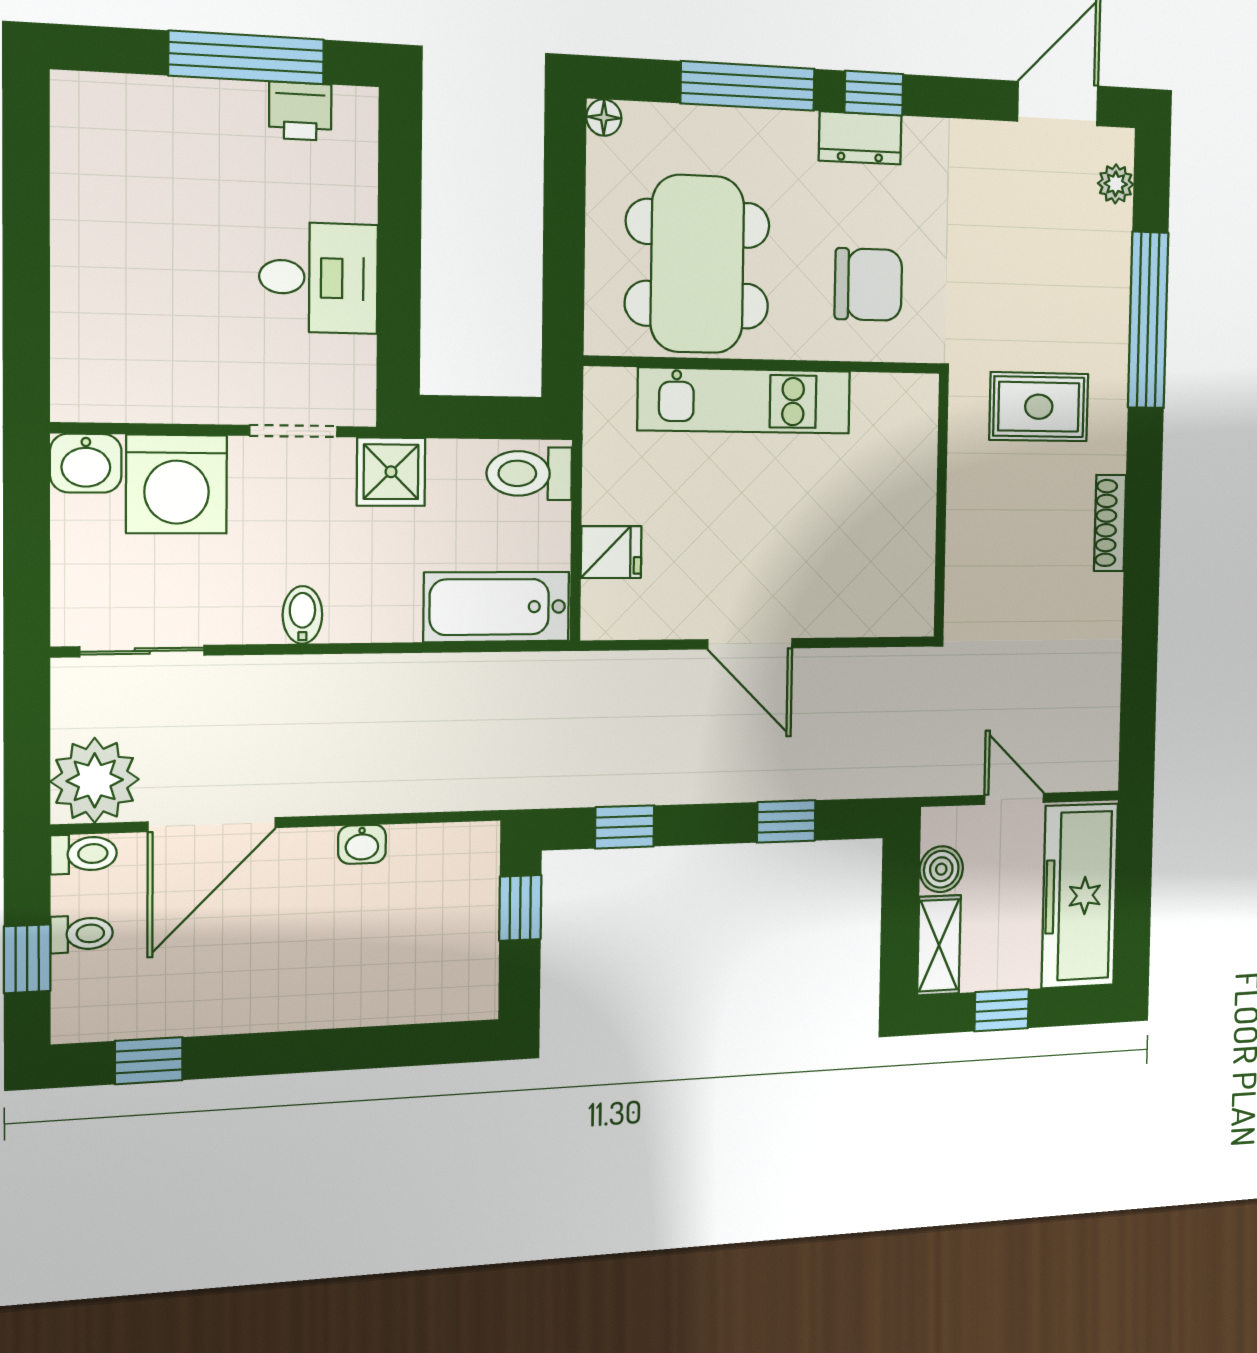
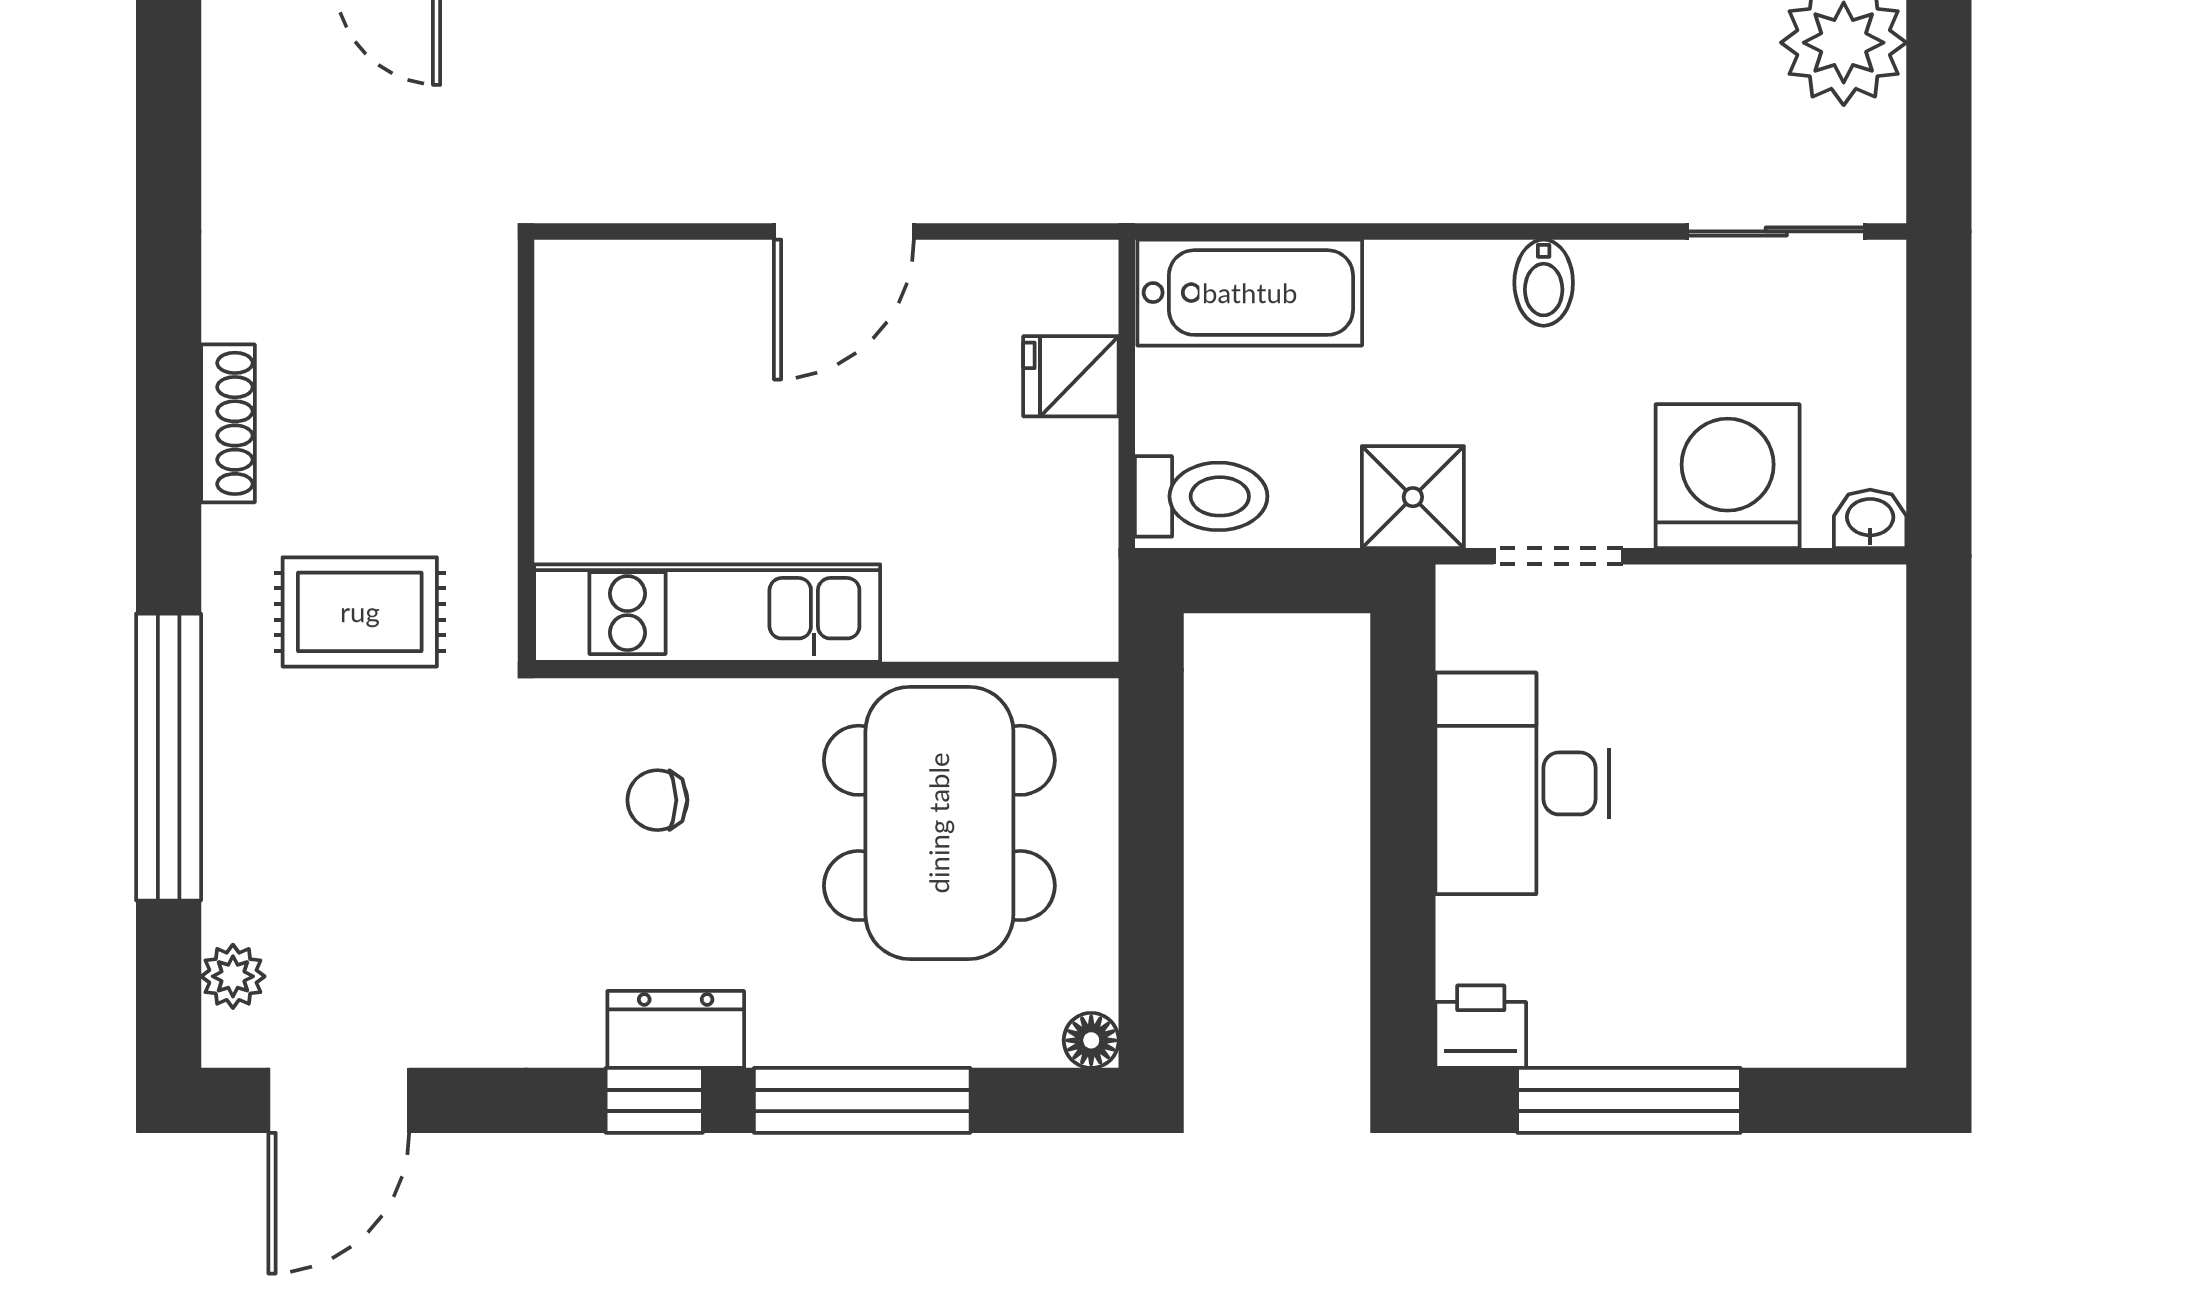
printer: (300, 111) -> (1481, 1027), moved
desk: (319, 278) -> (1522, 783), width x1.37
chair: (868, 285) -> (657, 800), width x0.54, depth x0.54
kitchen unit: (745, 401) -> (707, 613), moved
washbasin: (86, 463) -> (1870, 519), width x0.72, depth x0.69
door: (750, 644) -> (844, 231), swing flipped

